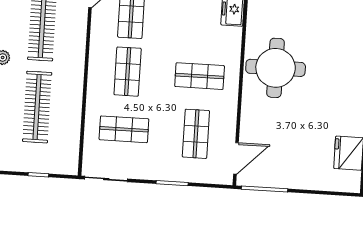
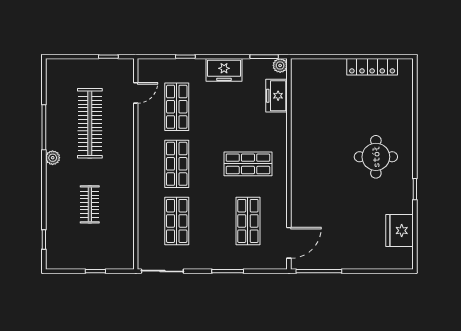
round table: (276, 68) -> (376, 157), moved, width x0.73, depth x0.73
clothes rail: (37, 107) -> (90, 204), width x0.54, depth x0.76
shop shelf: (124, 129) -> (177, 221), turned 90

